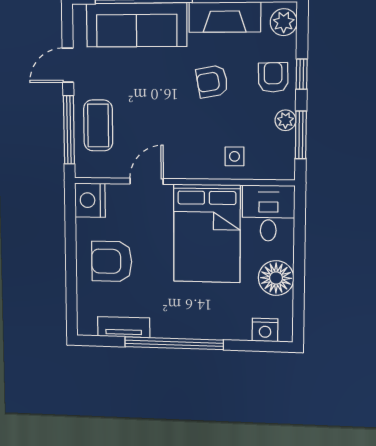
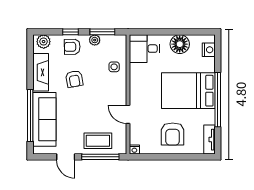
nightstand: (90, 200) -> (134, 149), width x0.53, depth x0.56
bed: (207, 233) -> (188, 91), moved, turned 180
tv unit: (124, 327) -> (209, 140), moved

